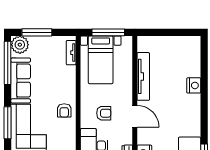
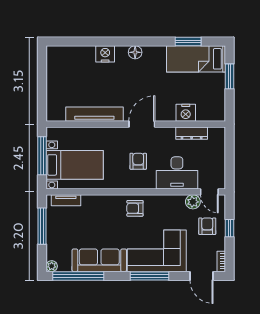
window: (37, 32) -> (42, 226), moved
plant: (20, 45) -> (52, 266), width x0.53, depth x0.53
armchair: (64, 110) -> (135, 208), turned 180
floor lamp: (195, 111) -> (135, 52), added

